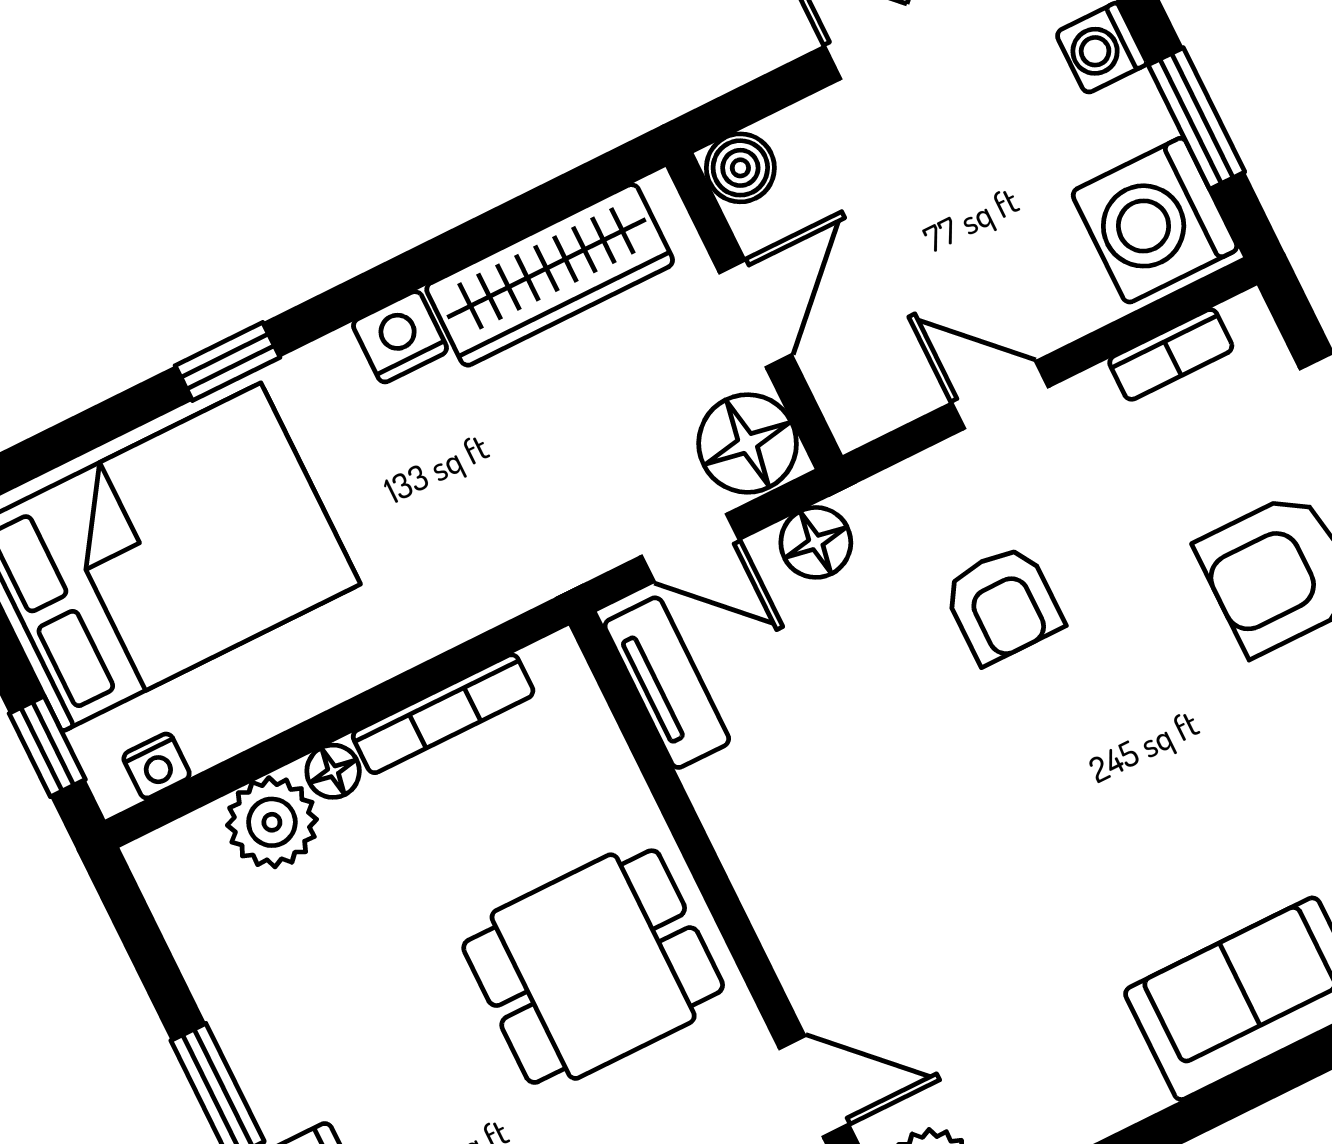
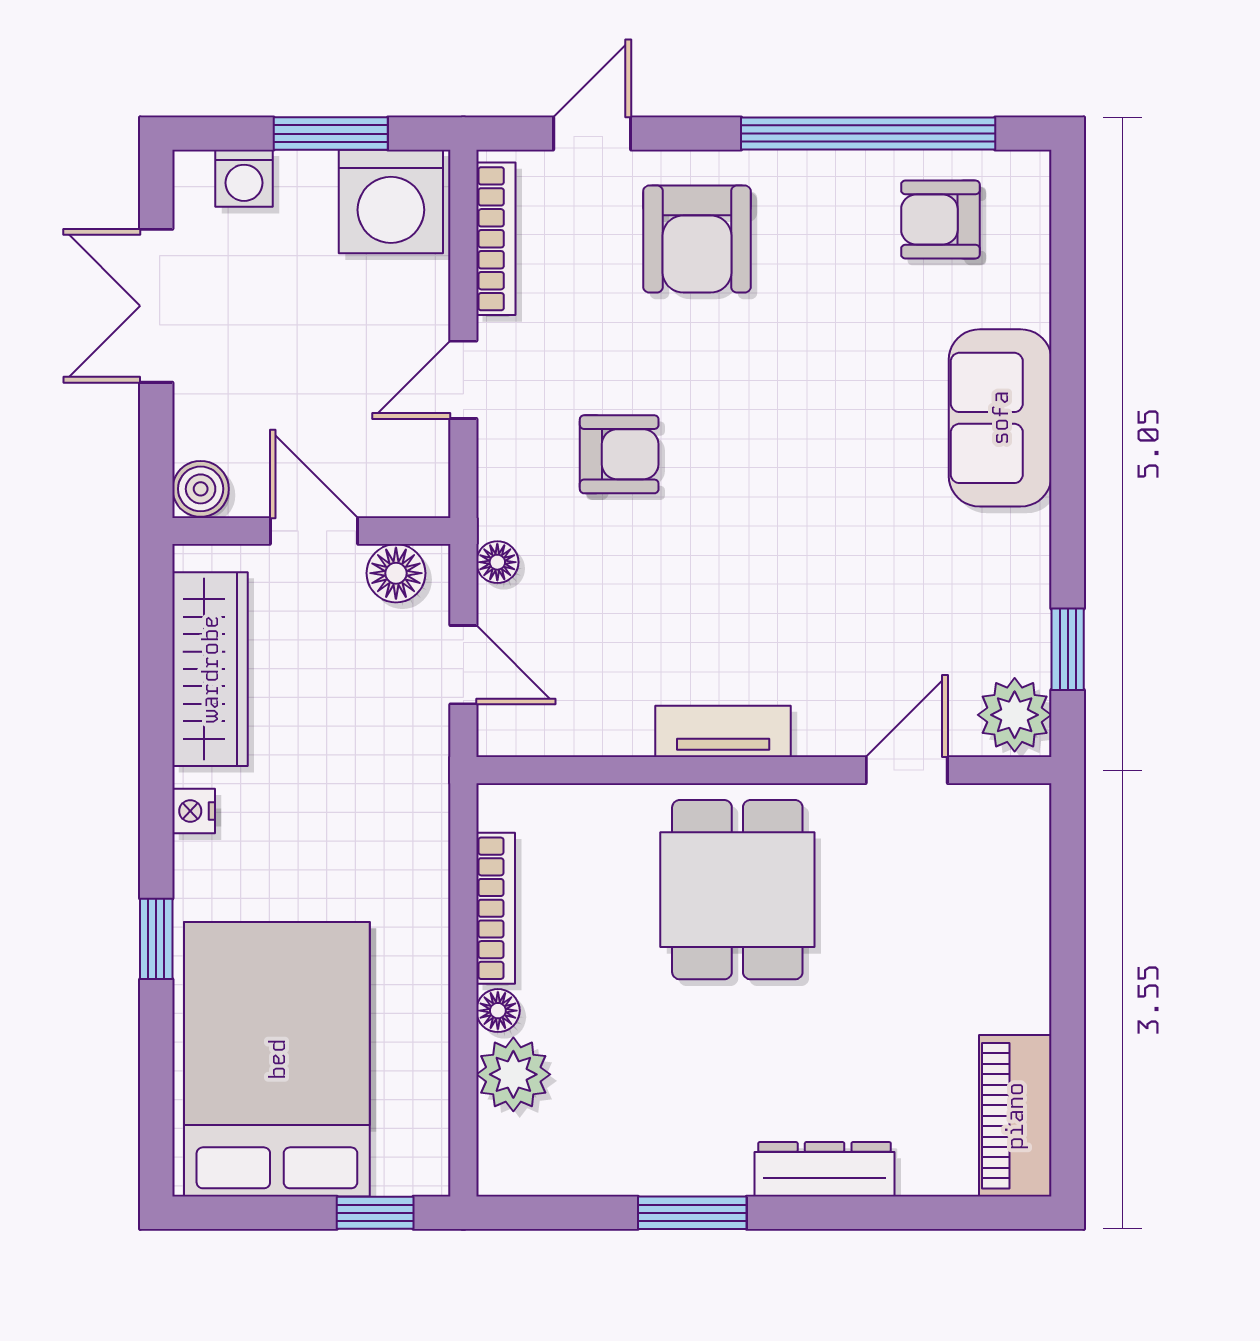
nightstand: (400, 337) -> (194, 811), width x0.72, depth x0.74
bookcase: (1171, 354) -> (496, 239), width x1.56
floor lamp: (748, 443) -> (396, 573), width x0.73, depth x0.73
floor lamp: (816, 542) -> (497, 562), width x0.73, depth x0.73
door: (690, 548) -> (463, 665), hinge flipped
tv unit: (667, 683) -> (723, 731), moved
nightstand: (157, 766) -> (429, 1139), removed

